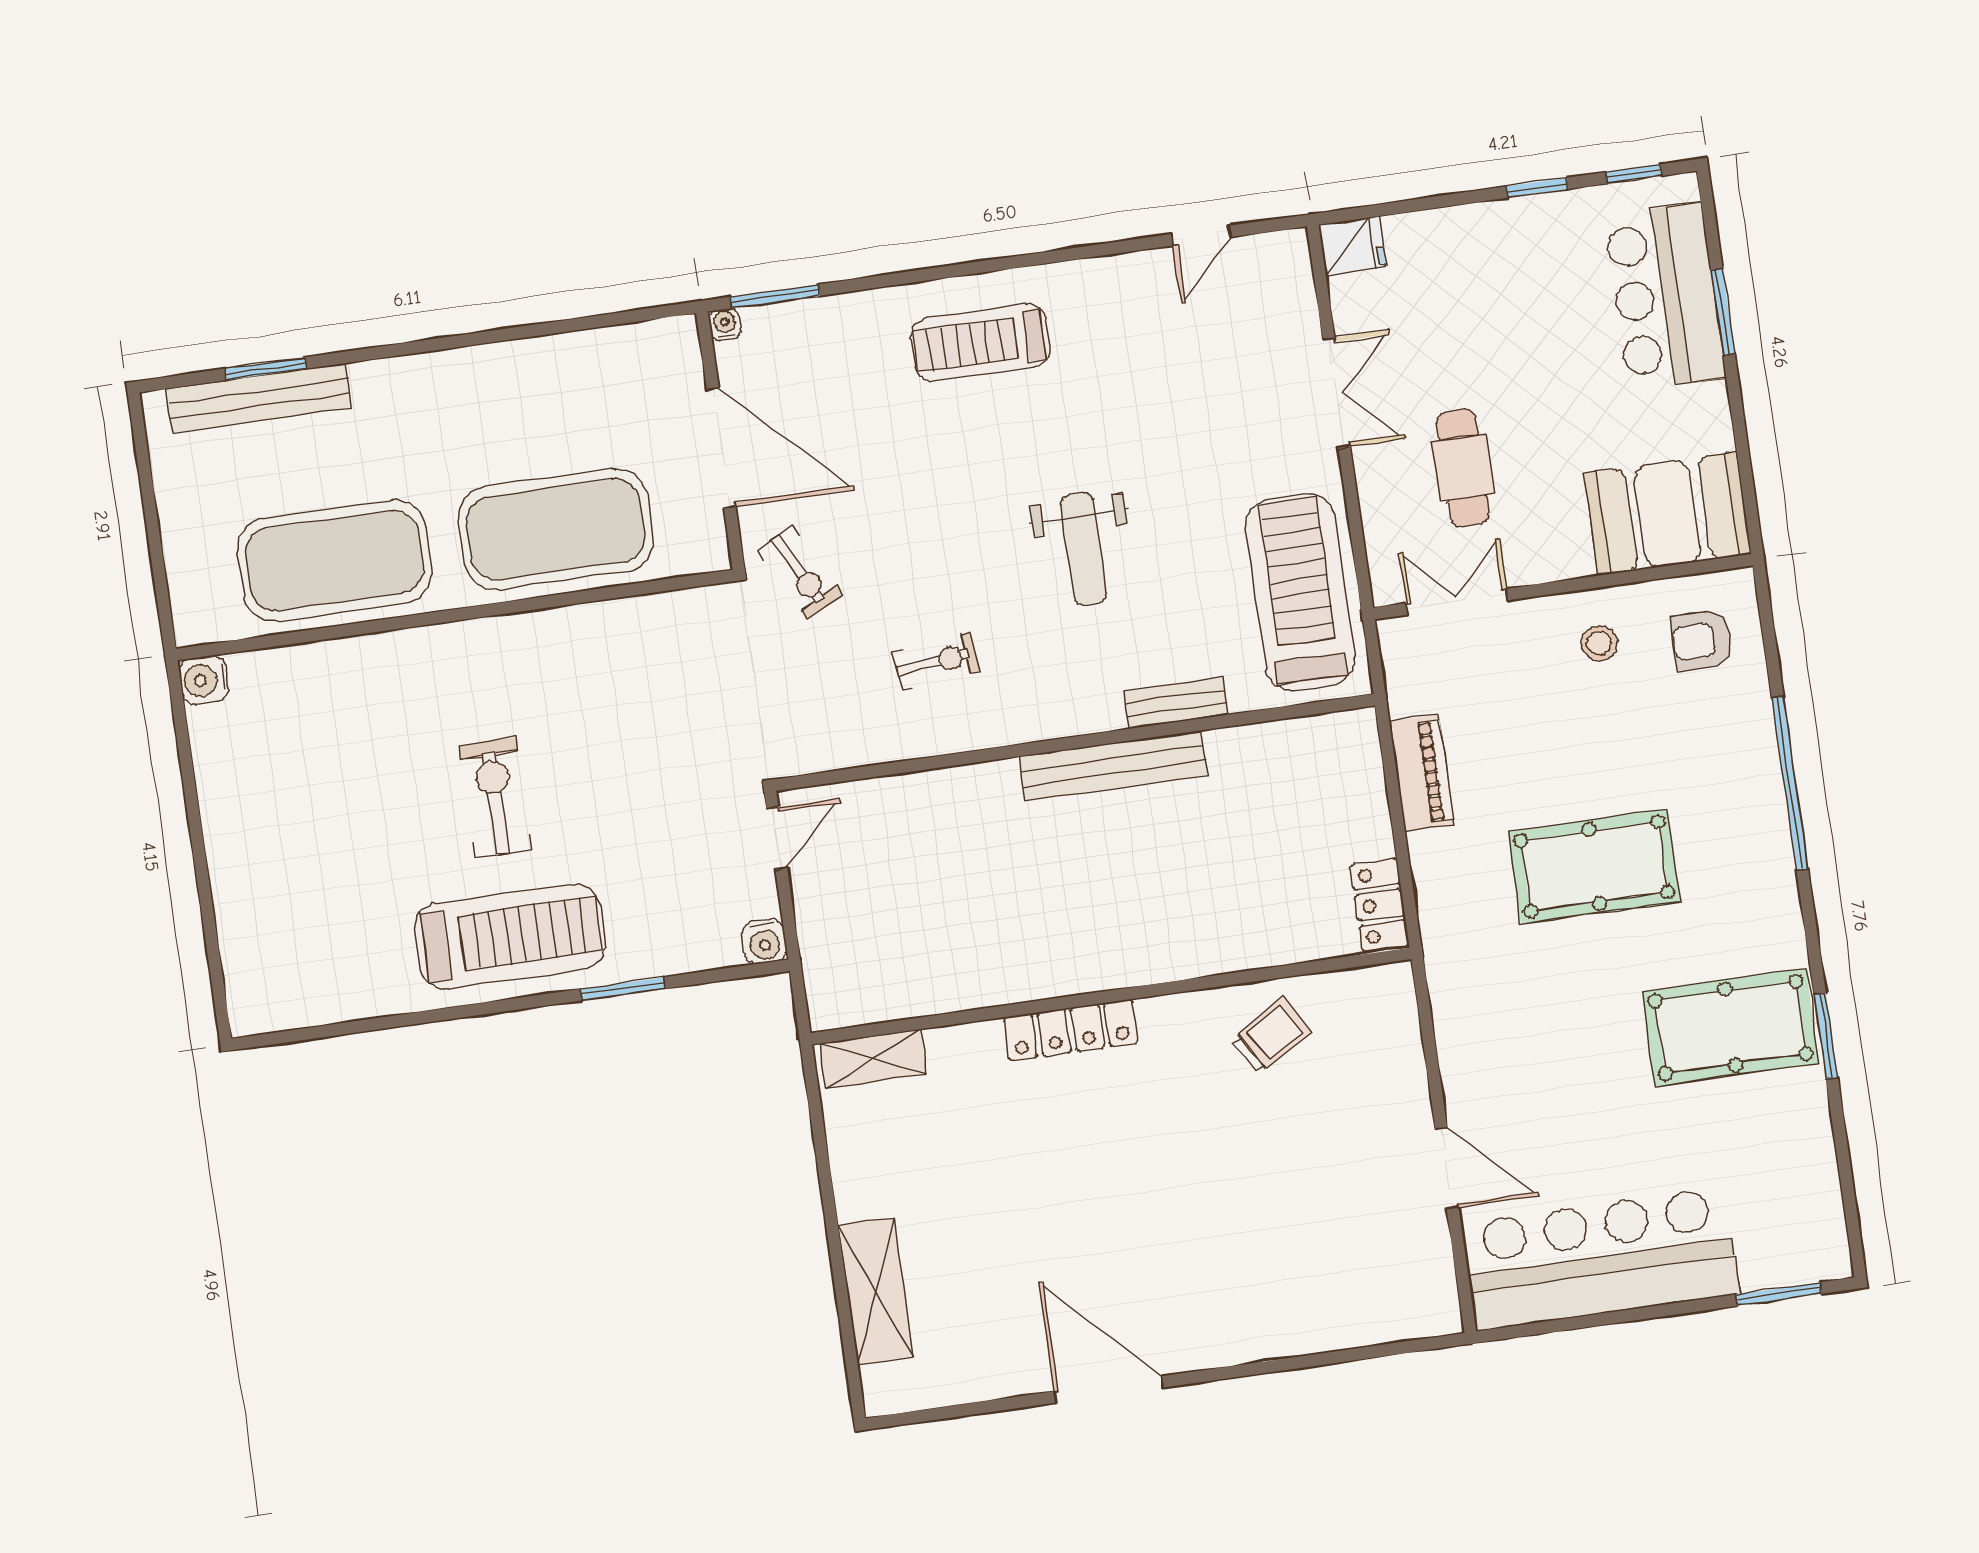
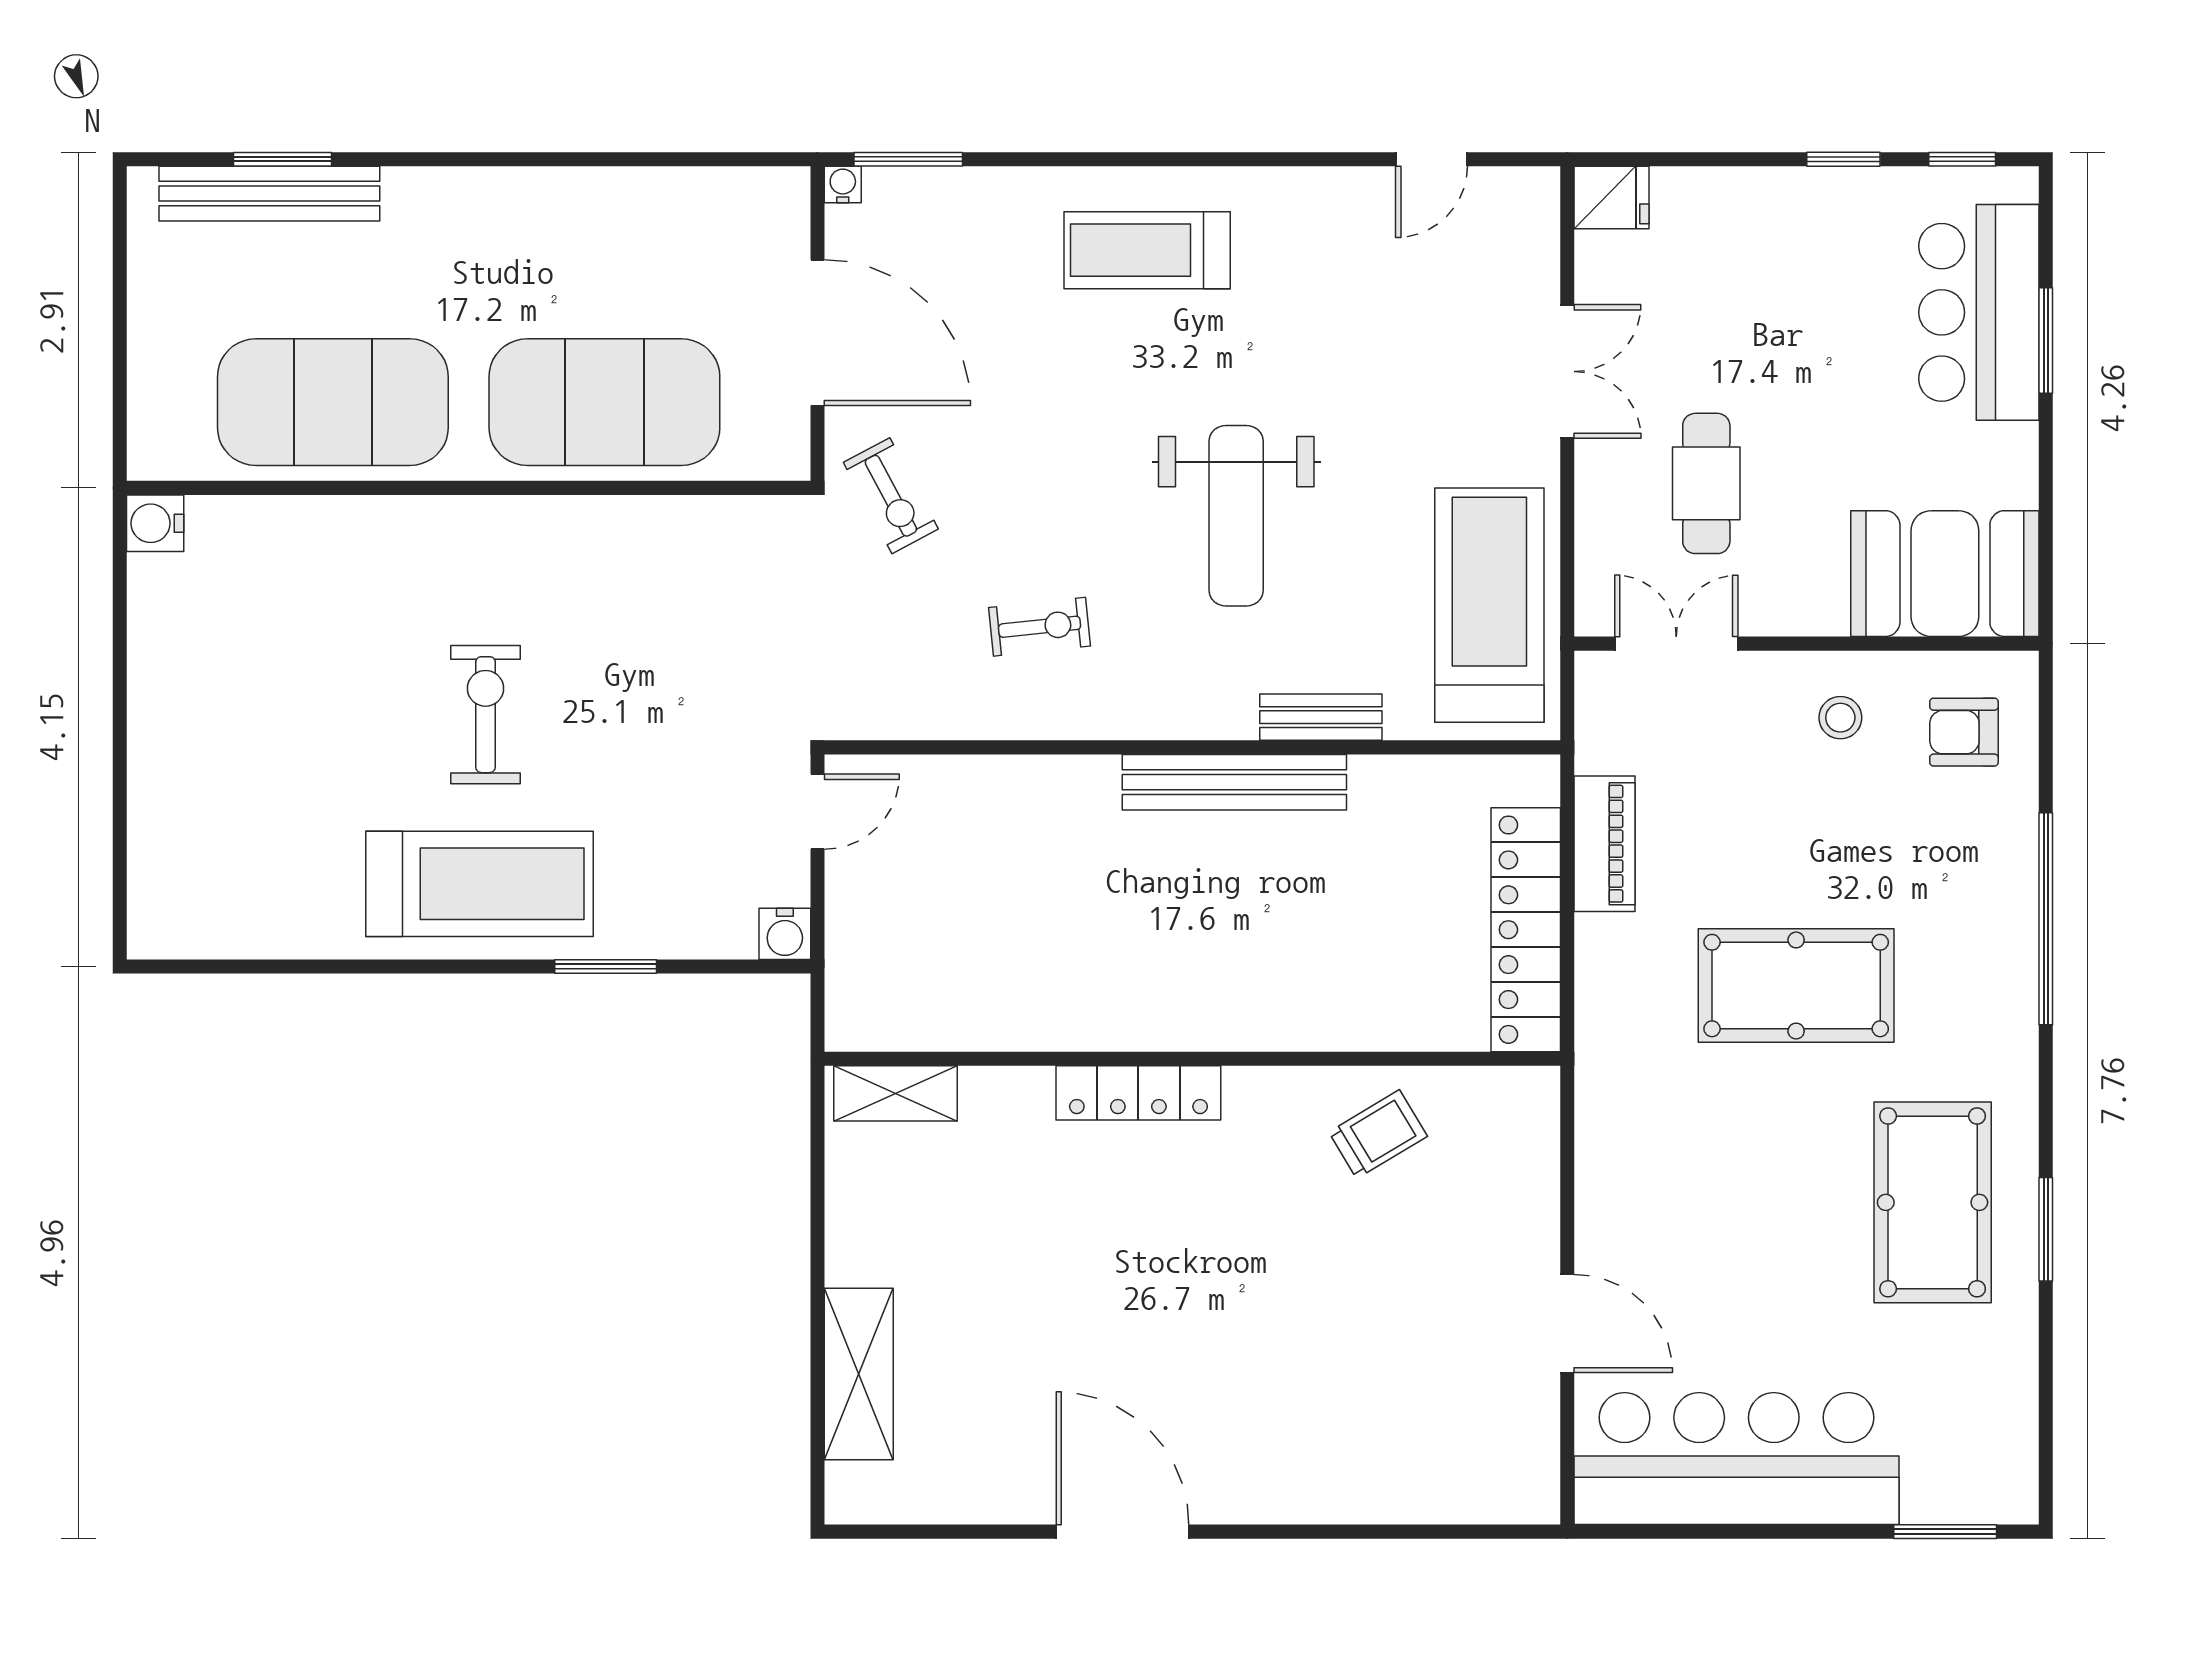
weight bench: (1084, 549) -> (1236, 516), width x1.36, depth x1.33
locker: (1380, 905) -> (1526, 930), width x2.16, depth x1.21
pool table: (1731, 1027) -> (1933, 1202), turned 90

